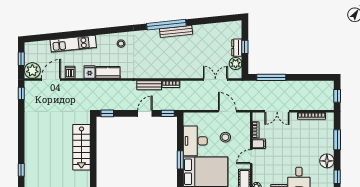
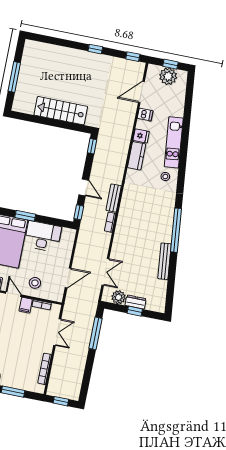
bench: (176, 31) -> (164, 261), moved
kitchen unit: (73, 44) -> (174, 142), moved
plant: (32, 71) -> (168, 76), moved
door: (51, 79) -> (141, 92), swing flipped
double door: (277, 111) -> (57, 332), swing flipped
stool: (225, 137) -> (35, 283), moved
window: (21, 170) -> (95, 49), moved

